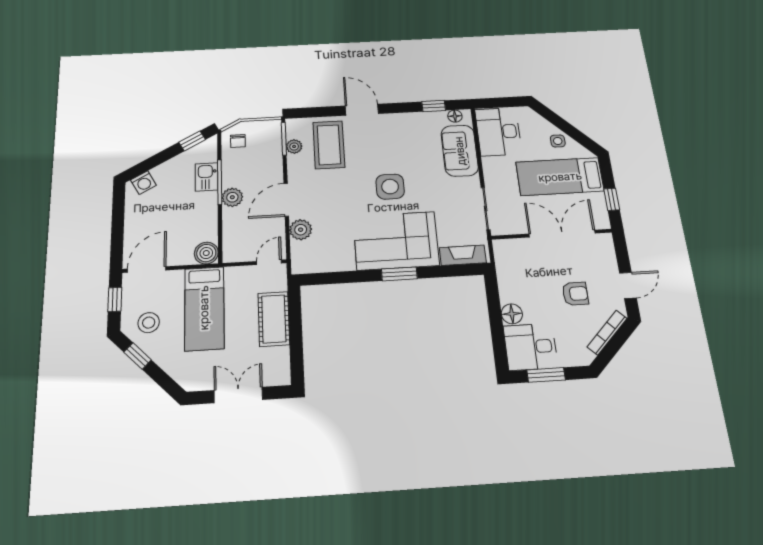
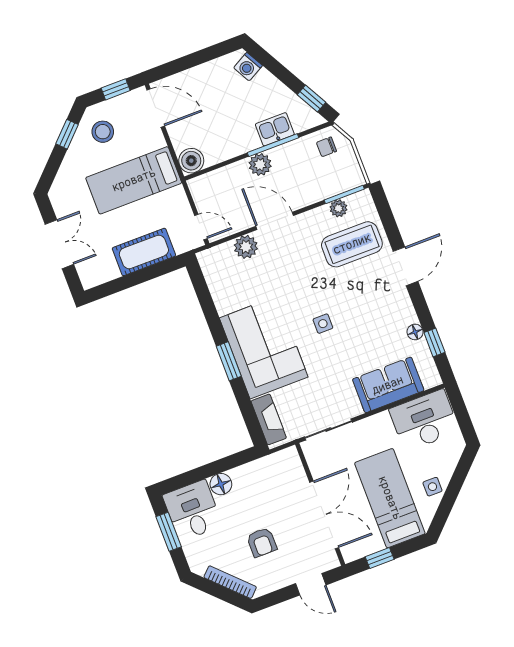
floor lamp: (455, 116) -> (415, 332), moved
side table: (390, 187) -> (323, 324), width x0.54, depth x0.54
door: (628, 285) -> (311, 584), moved

